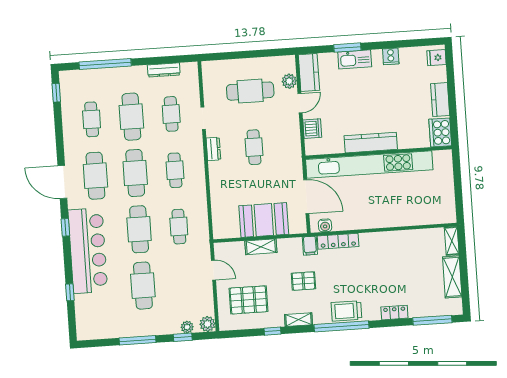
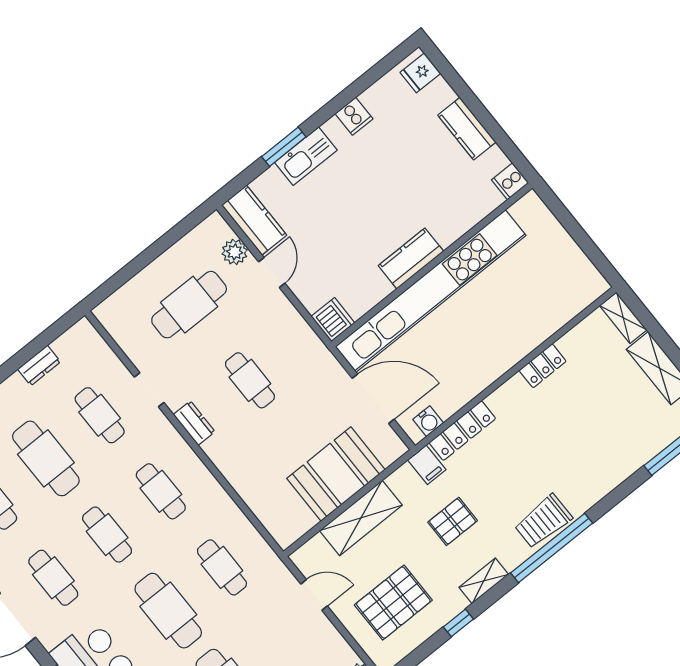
dresser: (164, 70) -> (39, 365), width x0.70
dishwasher: (312, 129) -> (333, 320), moved
cooker: (440, 132) -> (510, 181), width x0.53, depth x0.76
kitchen counter: (371, 143) -> (411, 258), width x0.67
cafe table: (135, 173) -> (107, 535), width x0.73, depth x0.74
cafe table: (95, 176) -> (53, 578), width x0.73, depth x0.74
shelving: (261, 247) -> (361, 518), width x1.50, depth x1.33
locker: (394, 313) -> (543, 366), moved, turned 180

